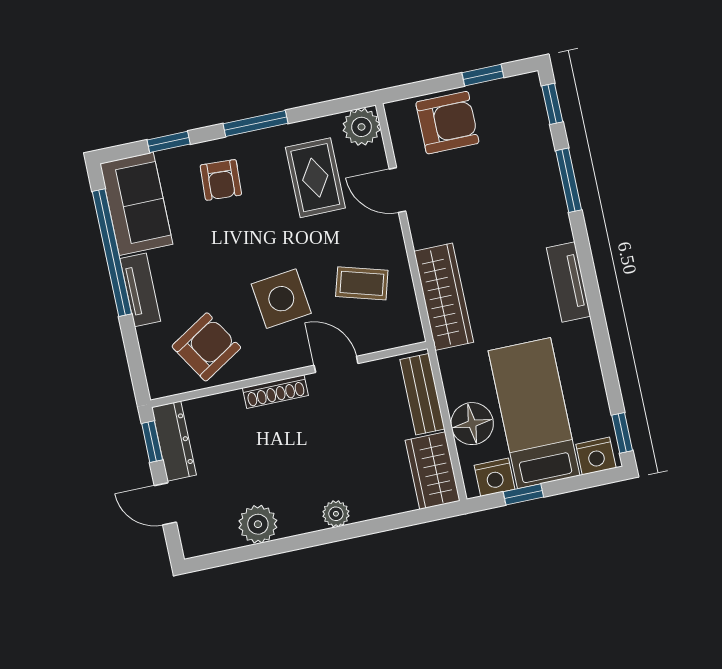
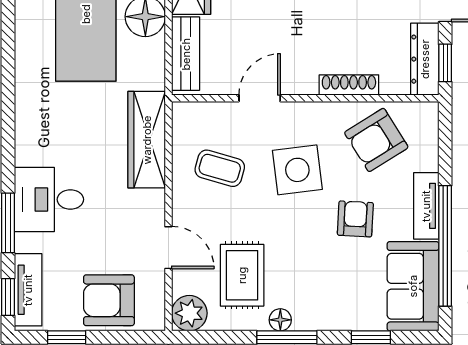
floor lamp: (266, 140) -> (280, 320), added
armchair: (221, 180) -> (355, 219), moved
desk: (531, 214) -> (49, 199), added
tv unit: (568, 282) -> (28, 290), moved
door: (336, 364) -> (260, 98), swing flipped
shoe rack: (275, 392) -> (349, 85), moved

